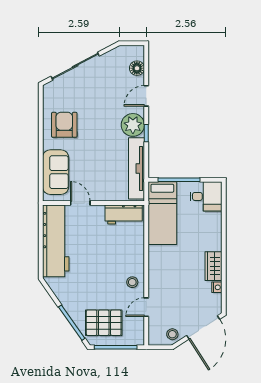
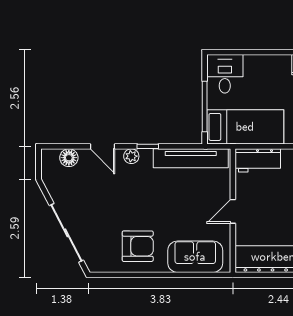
armchair: (64, 125) -> (138, 246), turned 180
plant: (133, 125) -> (131, 156), width x0.53, depth x0.53
door: (80, 203) -> (233, 211), moved
workbench: (124, 214) -> (258, 160), moved, turned 90

